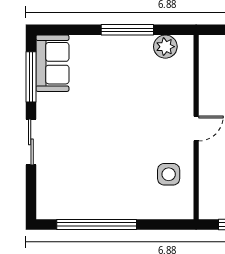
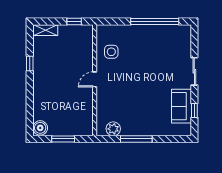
sofa: (52, 63) -> (181, 106), moved
window: (31, 77) -> (194, 110), width x0.46

